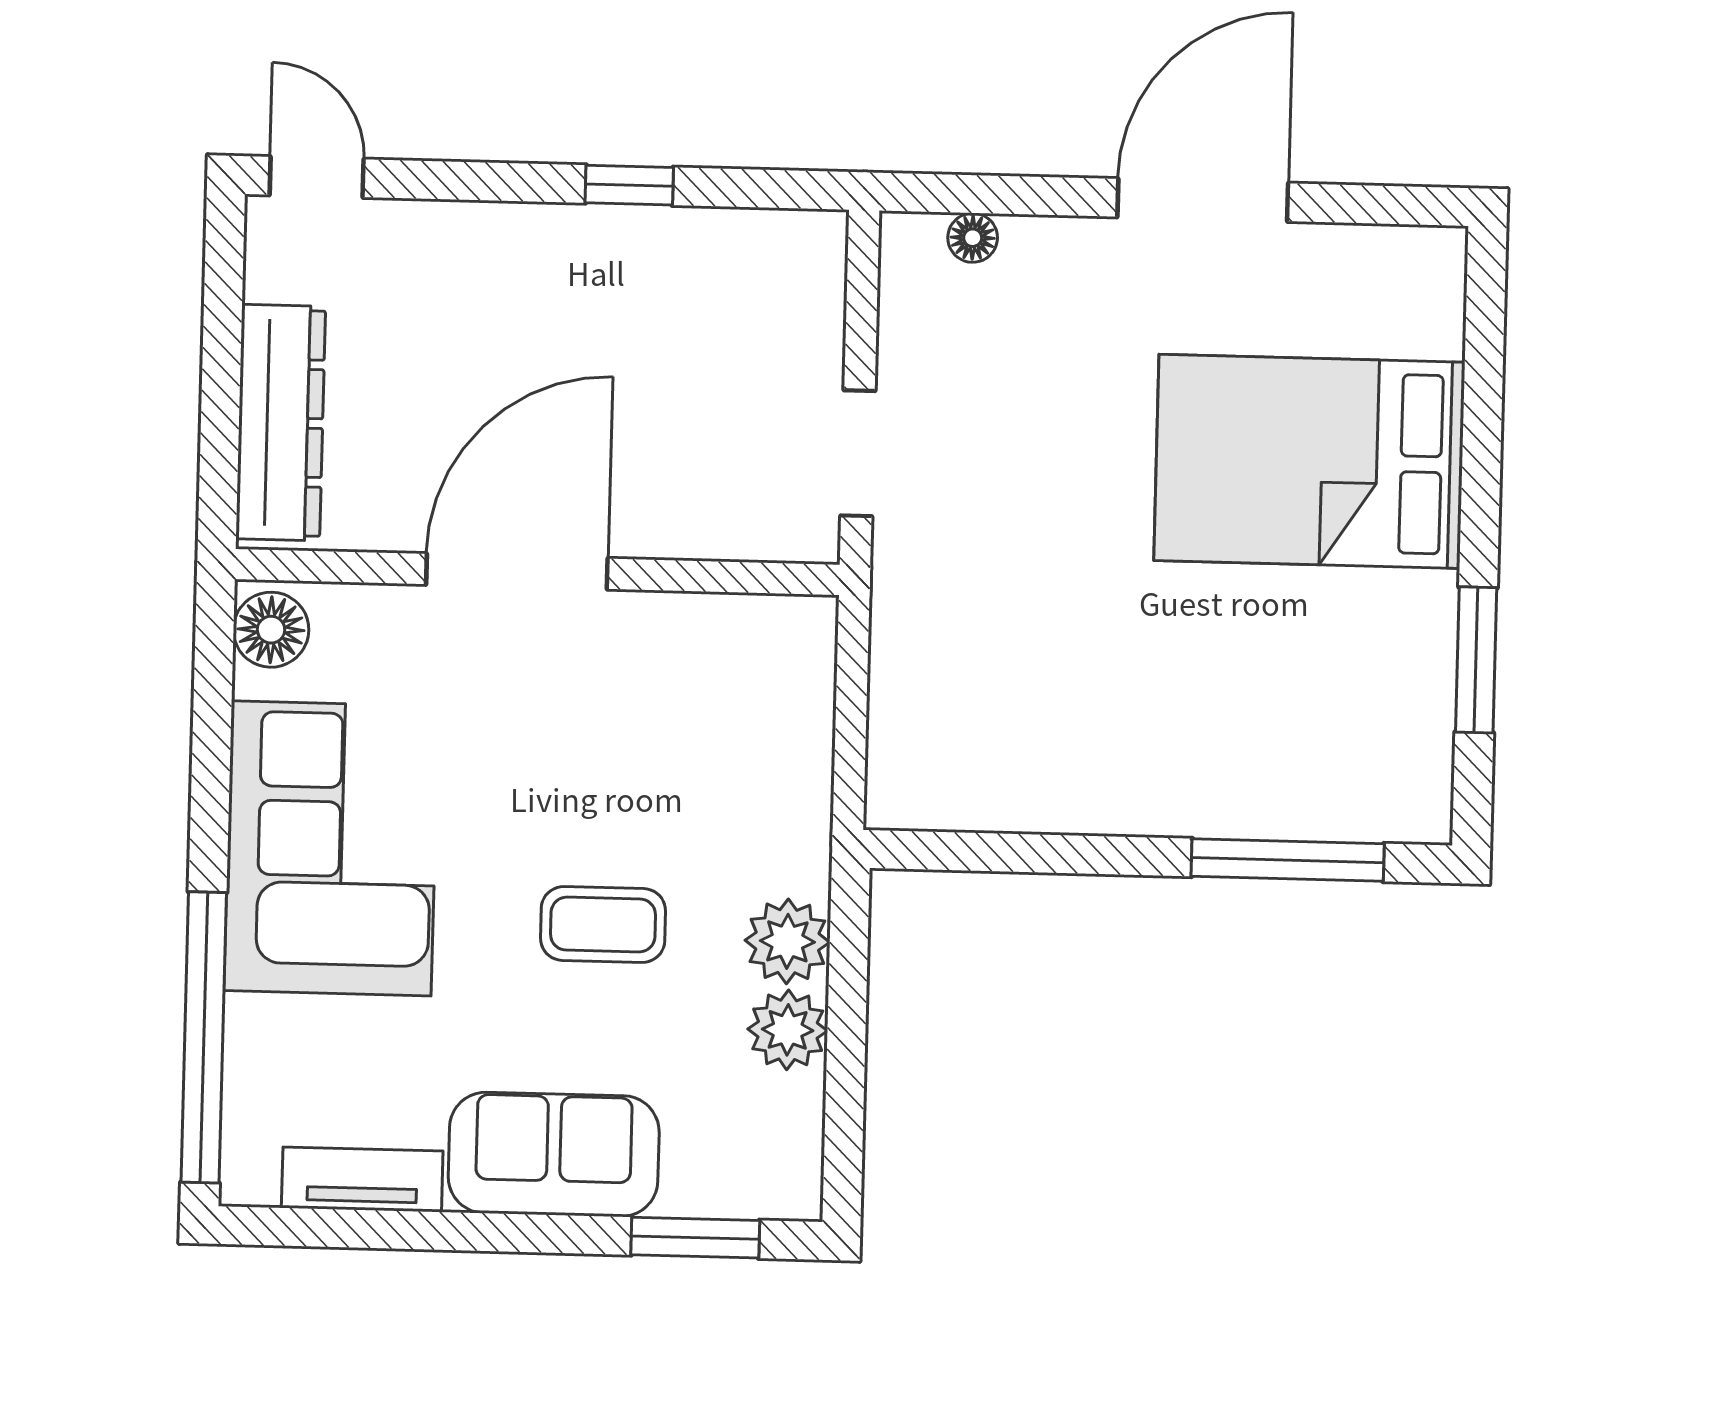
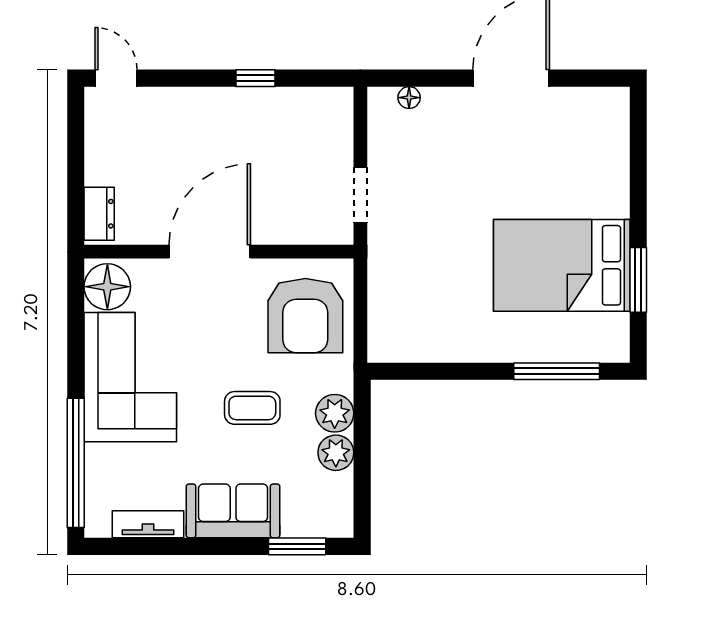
dresser: (281, 423) -> (99, 214), width x0.51, depth x0.80
bed: (1309, 461) -> (562, 265), moved
floor lamp: (271, 630) -> (107, 287), width x1.38, depth x1.38
armchair: (727, 720) -> (305, 316), added

